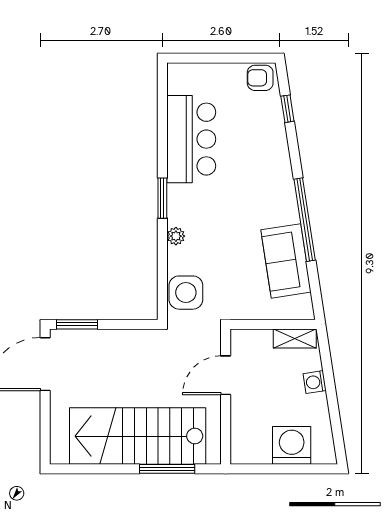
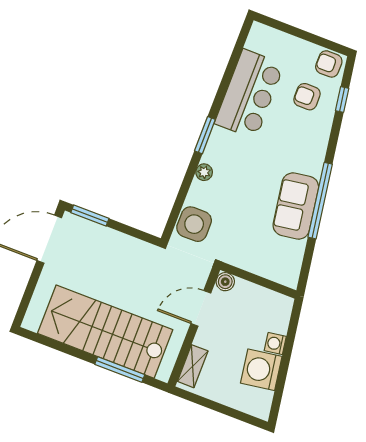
armchair: (251, 119) -> (307, 97), added
sofa: (286, 261) -> (296, 206), moved
boiler: (240, 339) -> (225, 282), added
shelving: (295, 339) -> (193, 366), moved, turned 90
washing machine: (292, 445) -> (261, 370), moved, turned -99

